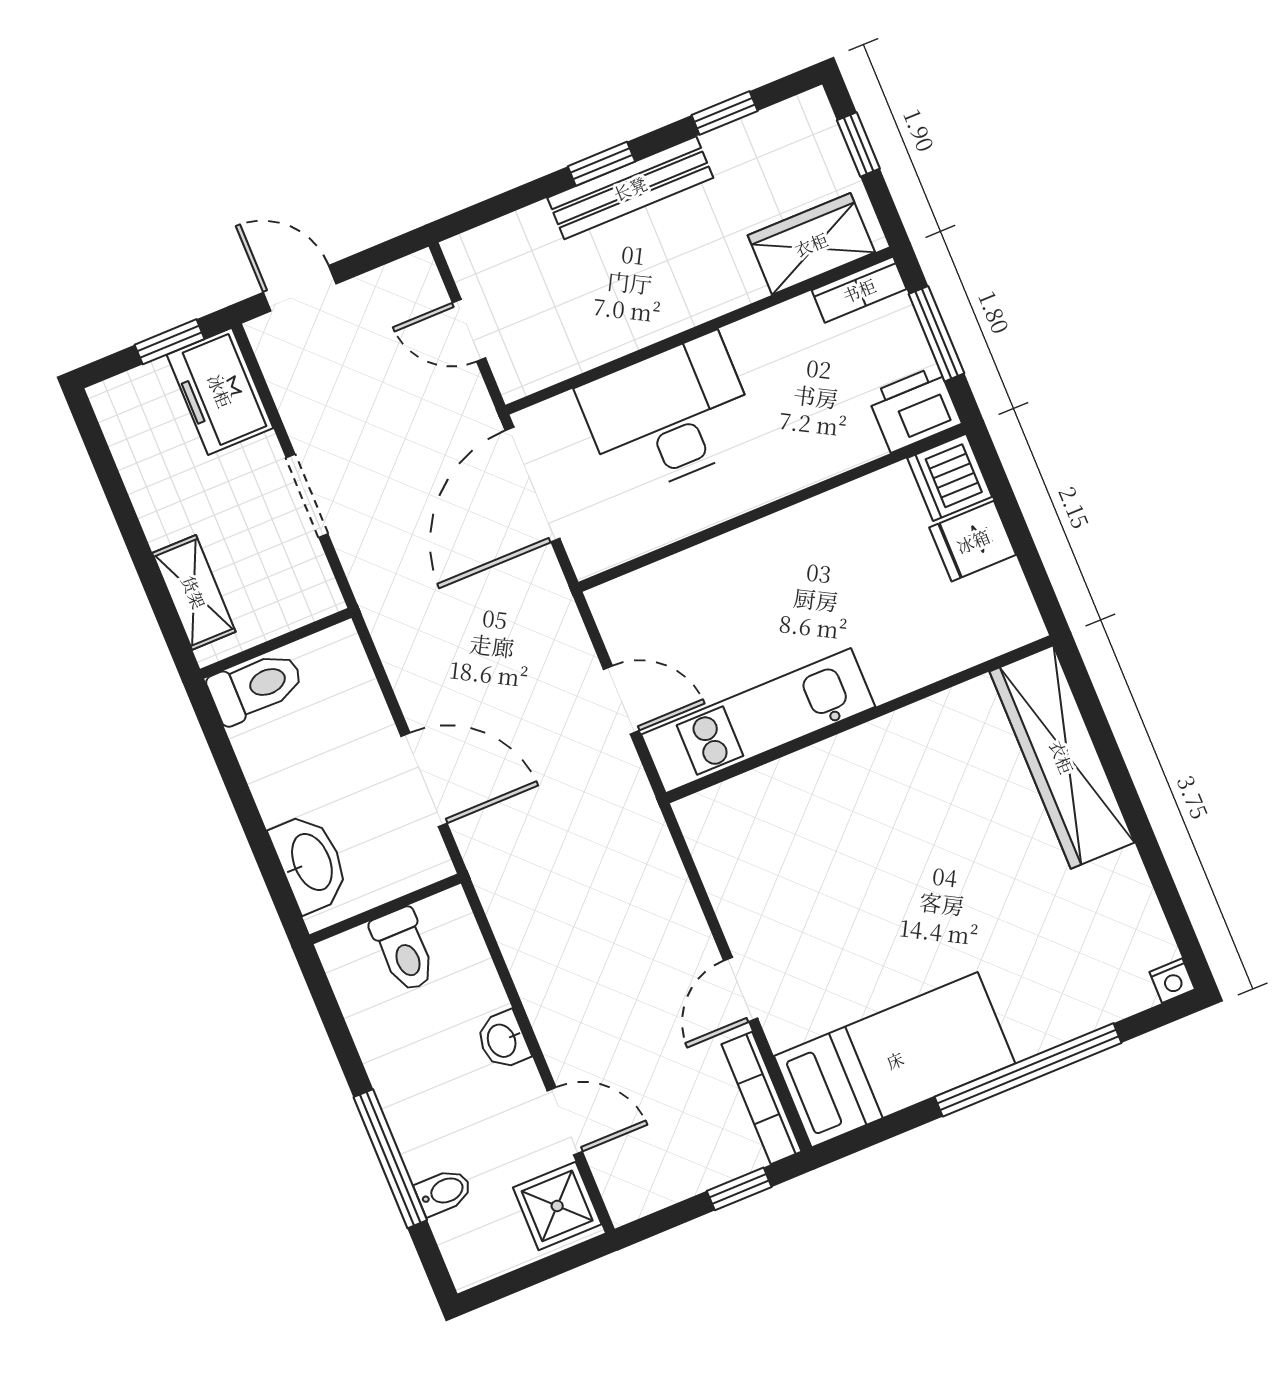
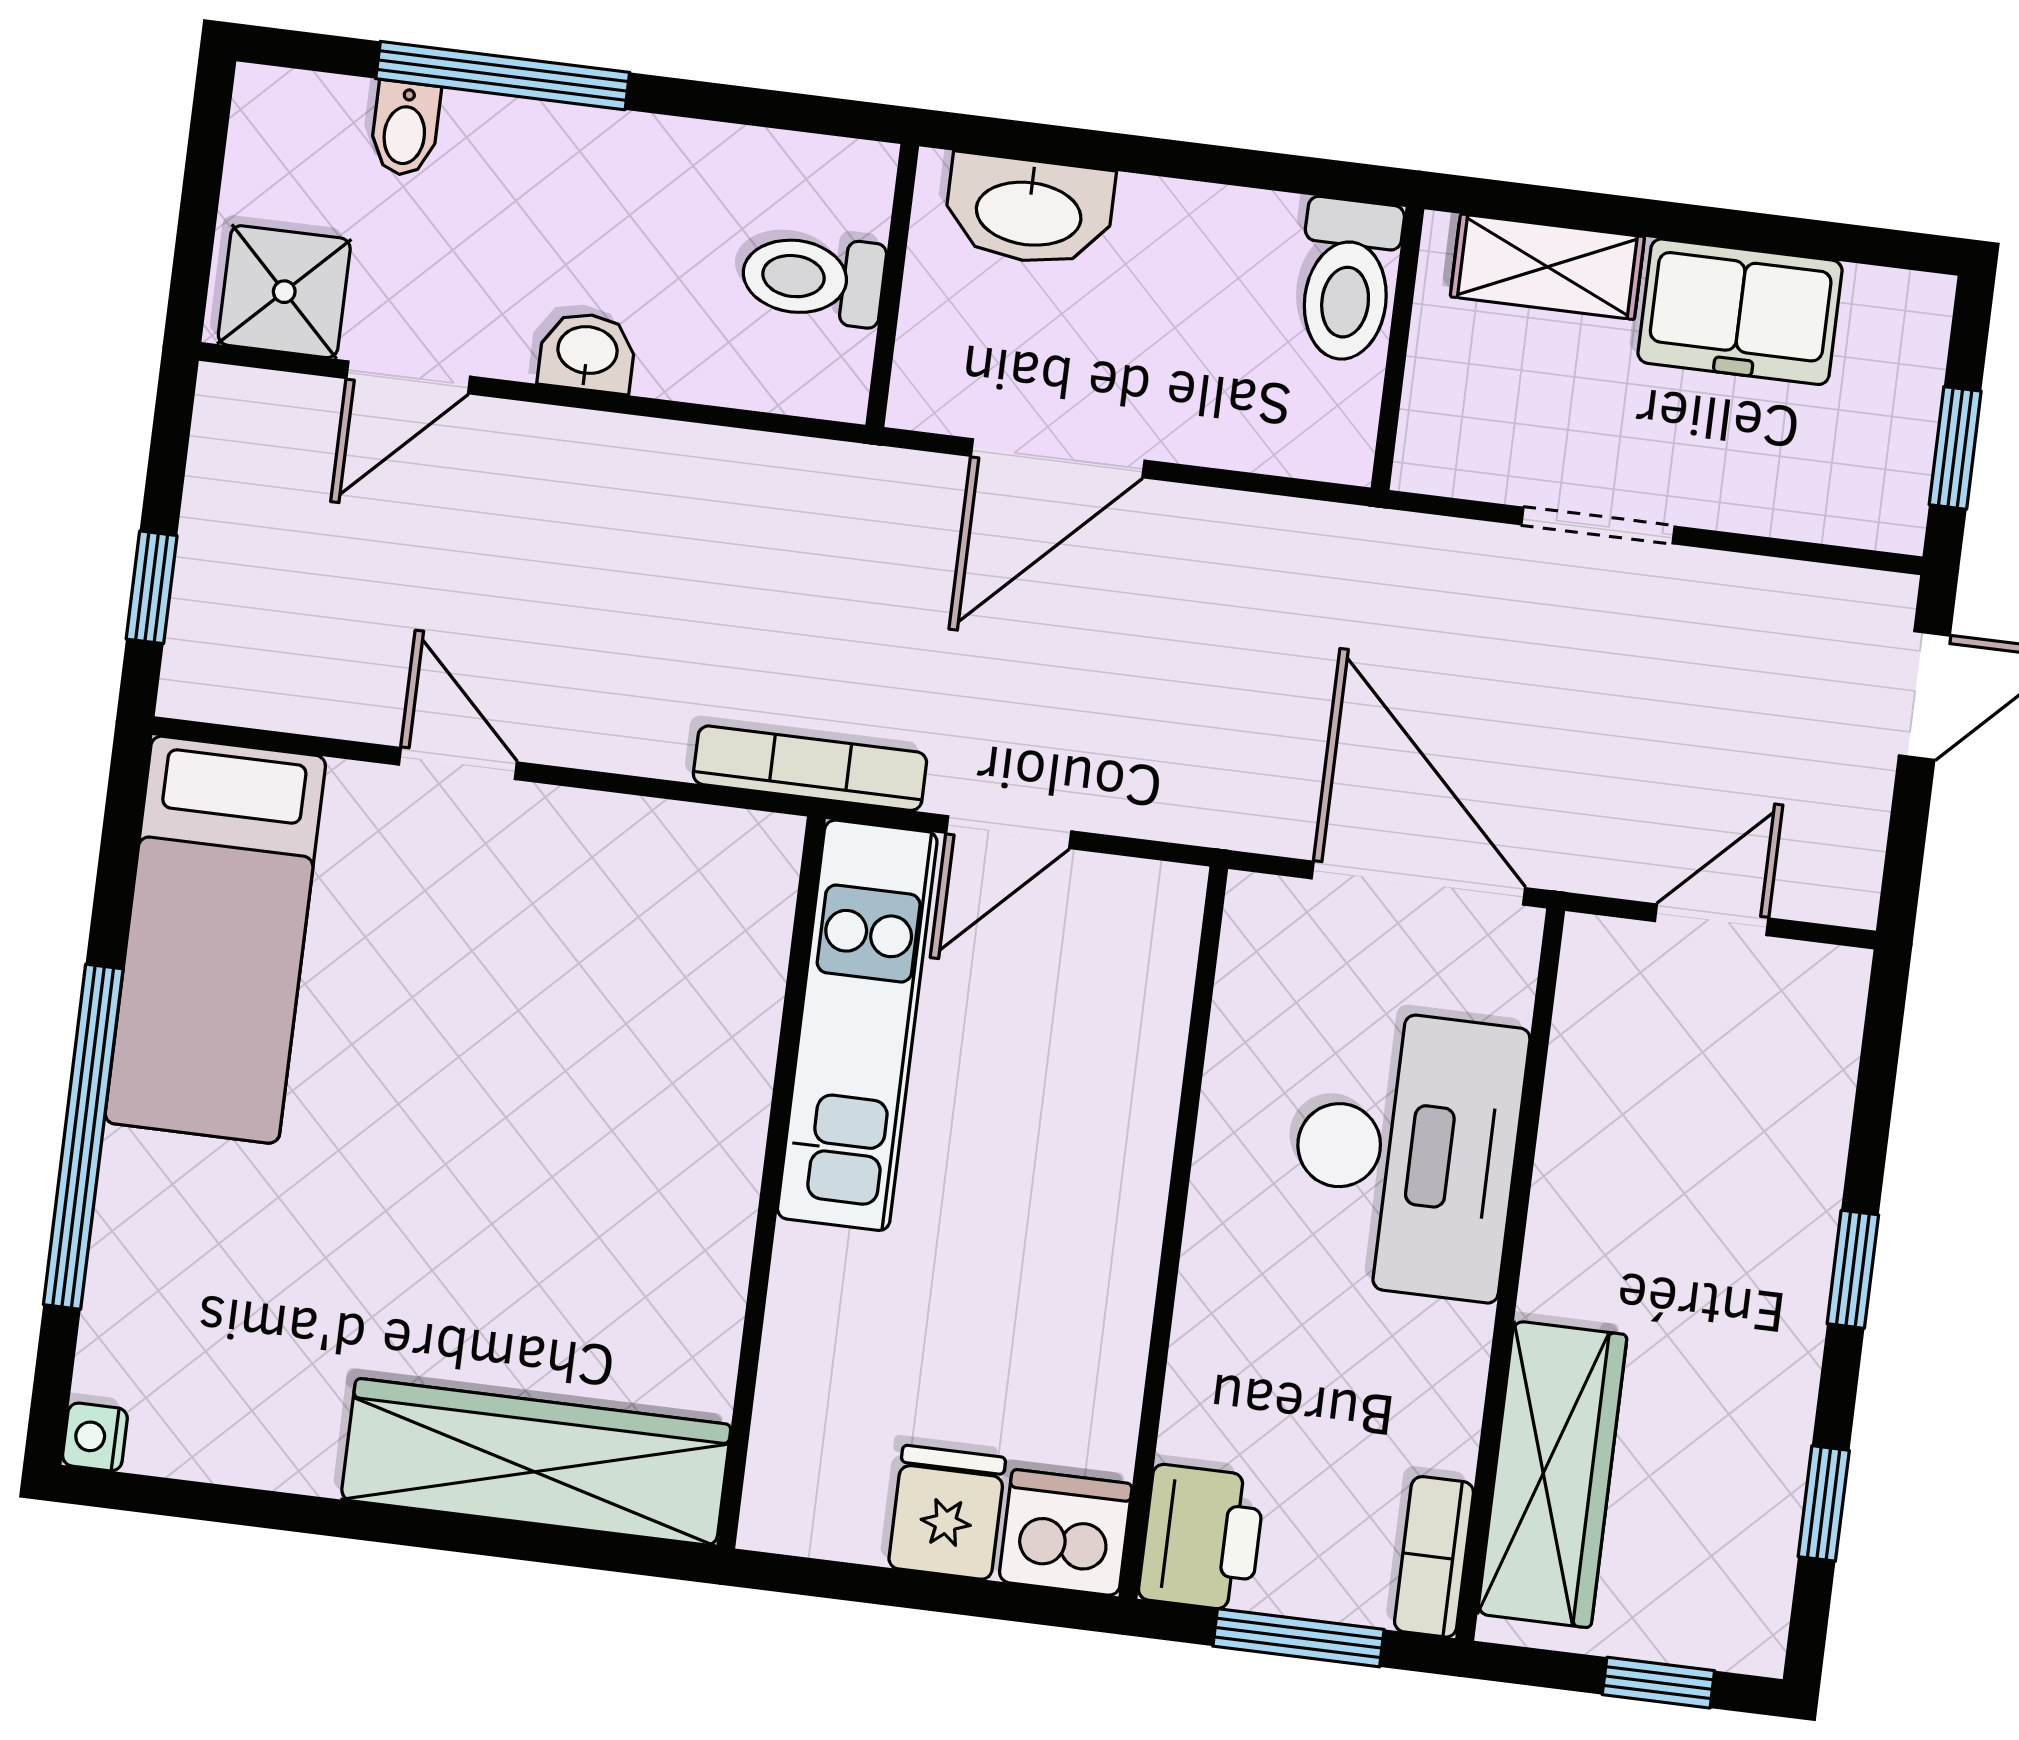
bench: (630, 188) -> (1791, 1293), removed
wardrobe: (811, 244) -> (1552, 1474), width x1.50
freezer: (220, 391) -> (1740, 312), moved, turned 180
bookcase: (762, 1098) -> (810, 768), moved

